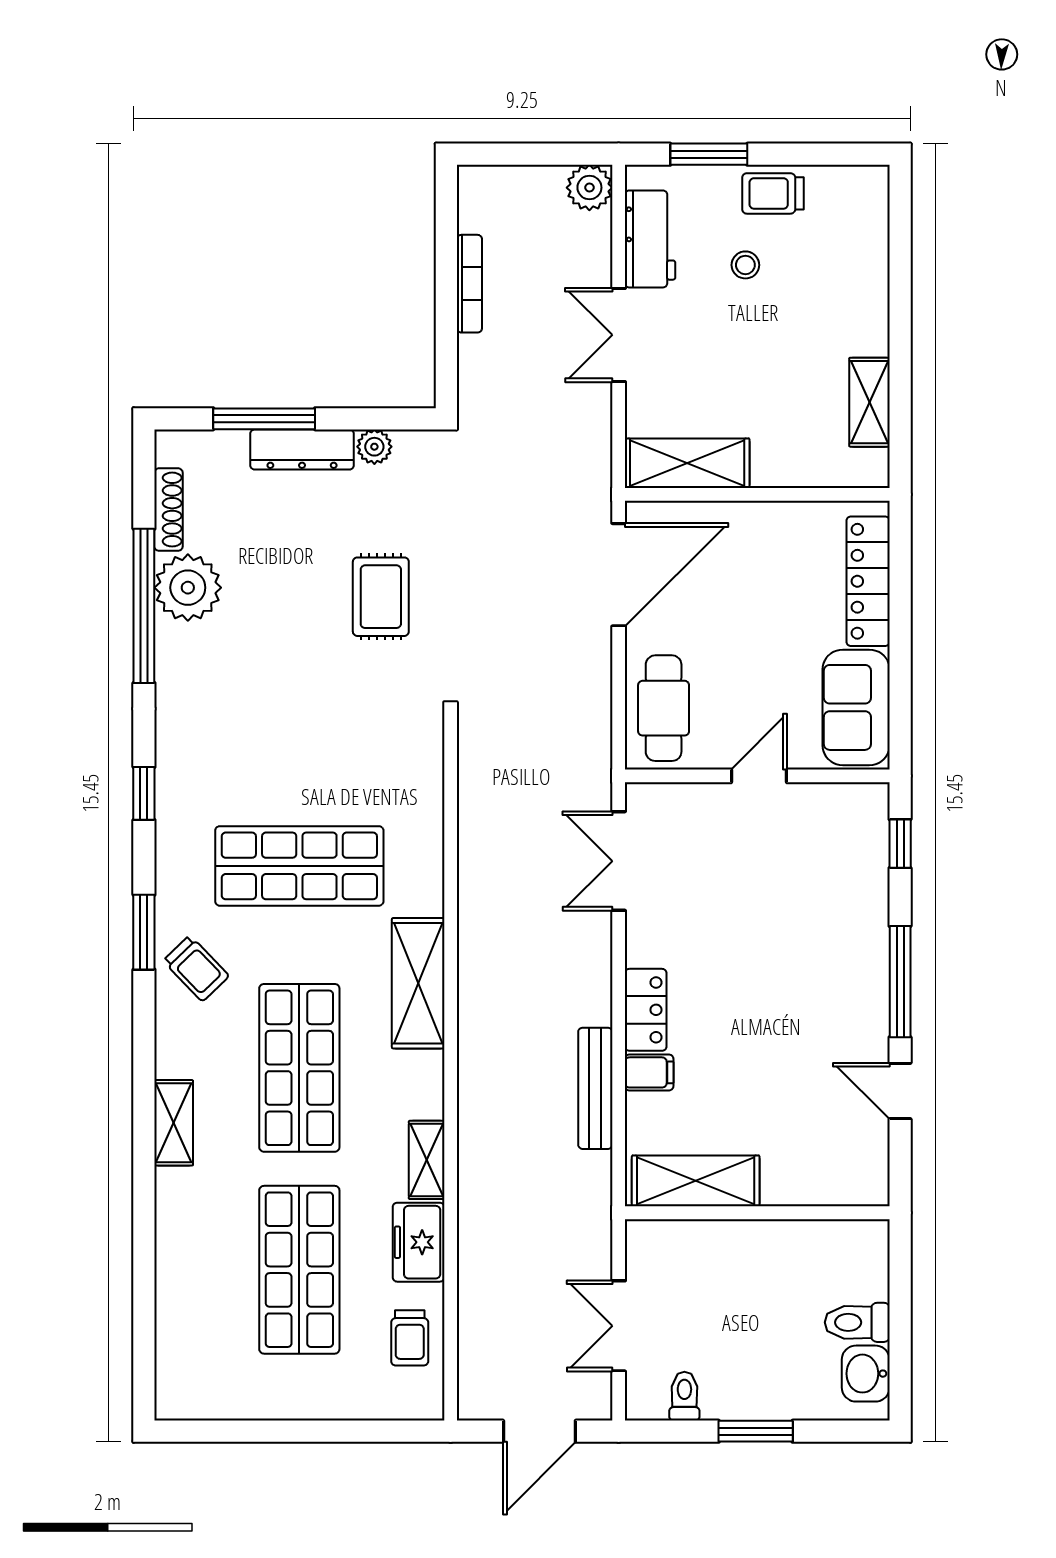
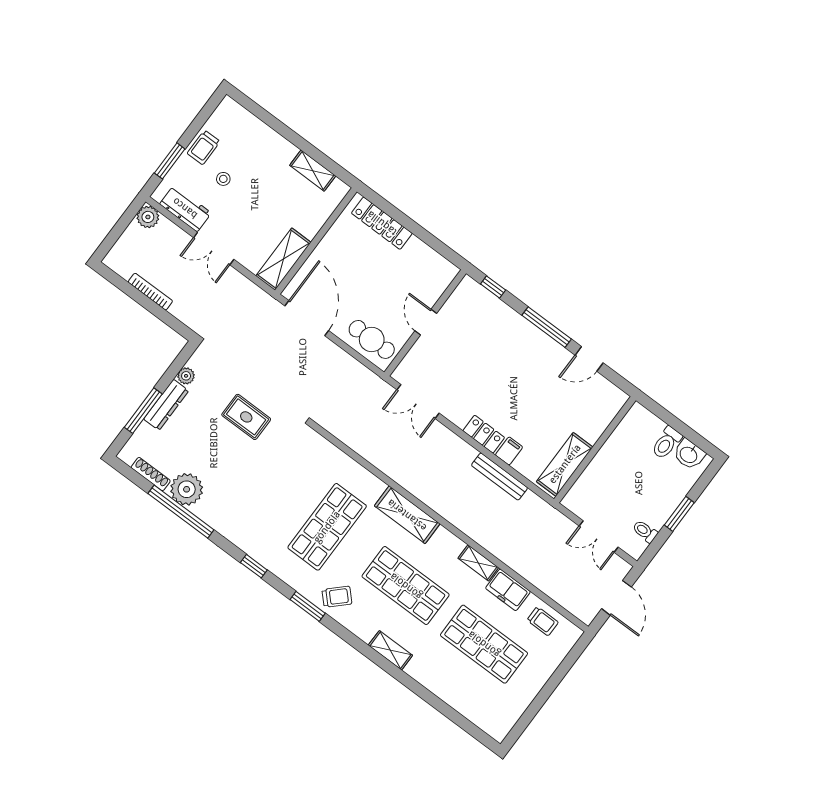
sofa: (856, 707) -> (427, 264), removed

